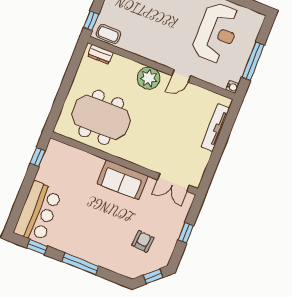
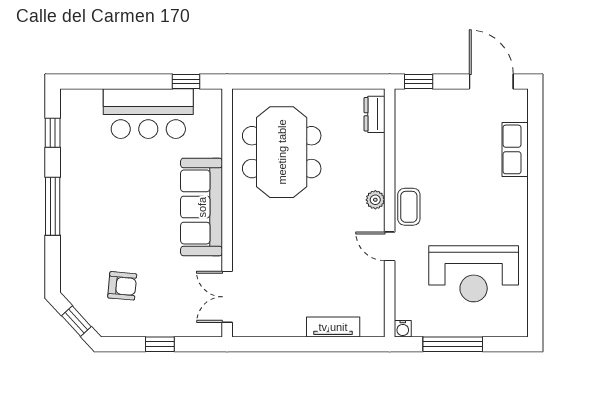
coffee table: (108, 34) -> (409, 207), moved
plant: (149, 78) -> (375, 200), width x0.53, depth x0.53
tv unit: (215, 127) -> (333, 327), width x0.71
sofa: (122, 180) -> (202, 207), width x1.36
bar counter: (38, 212) -> (148, 114), moved

